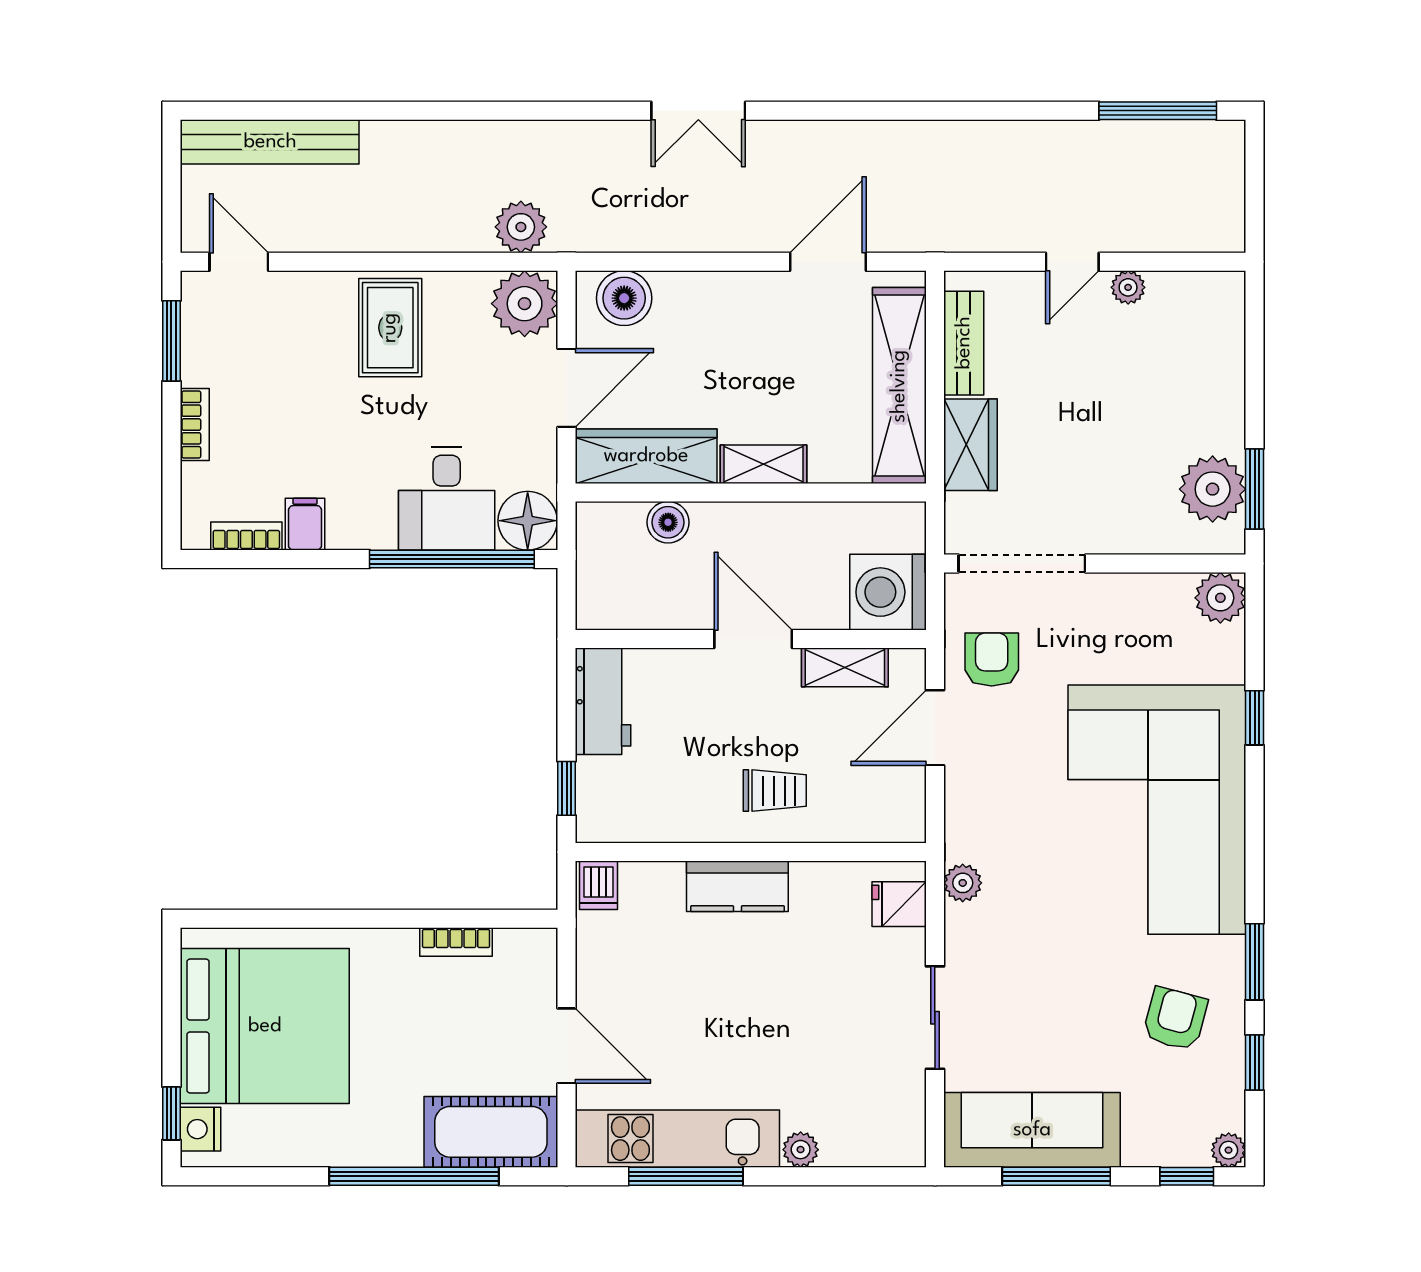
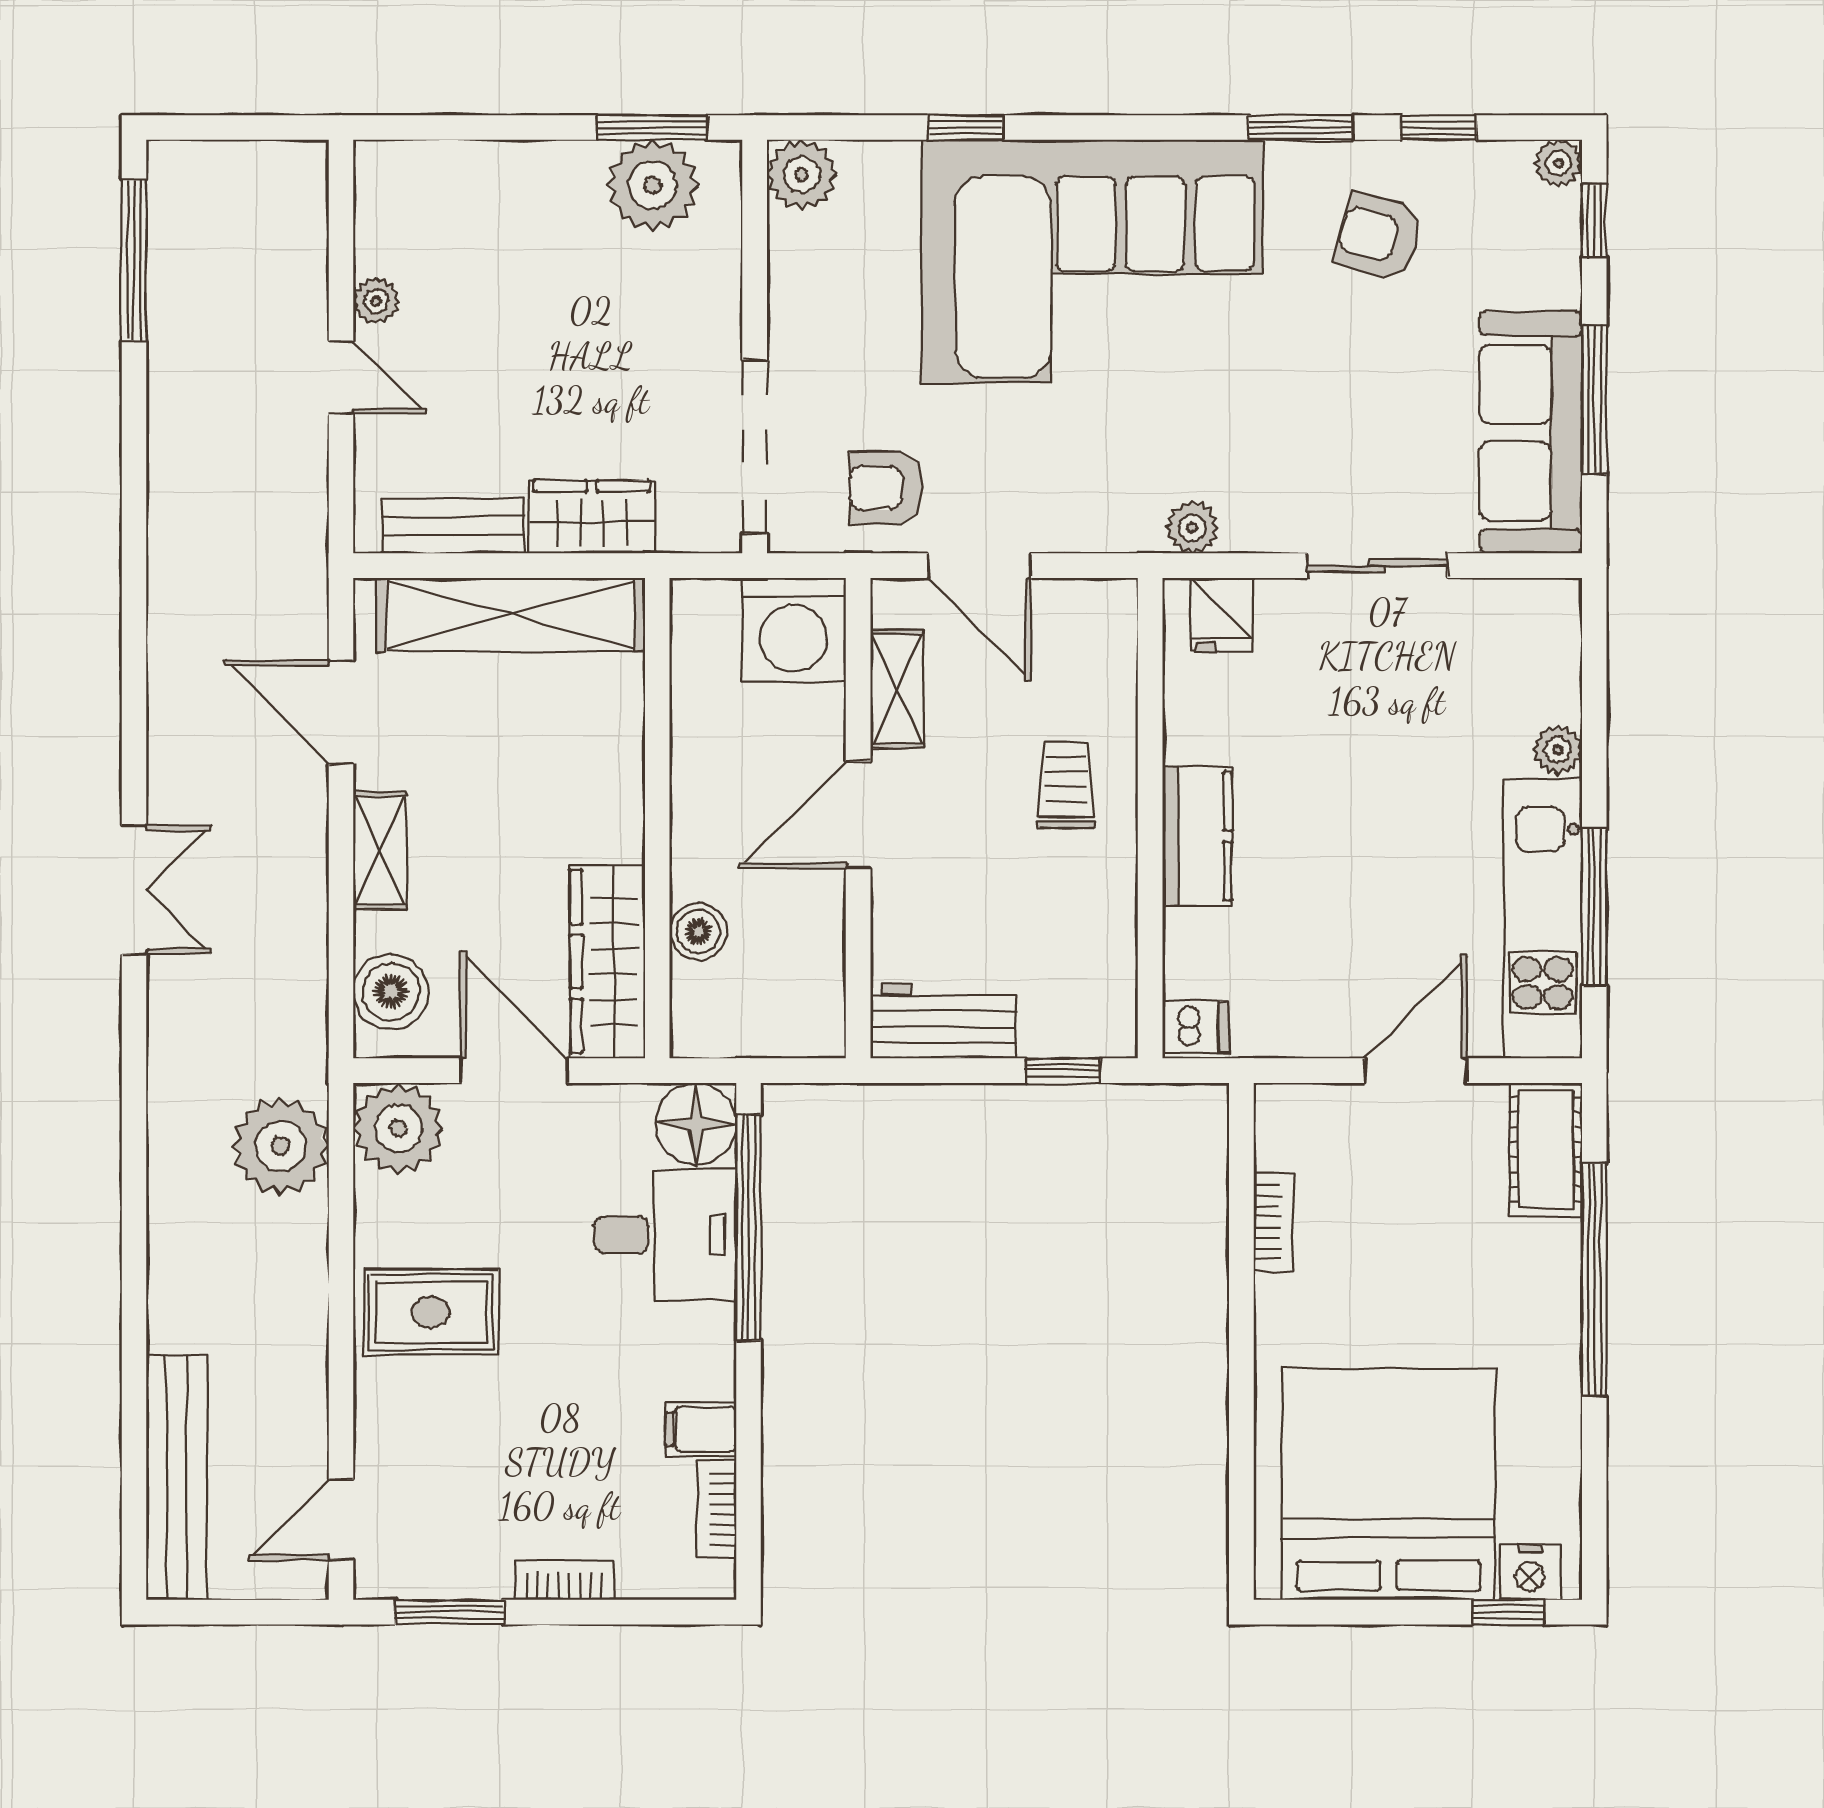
plant: (521, 227) -> (280, 1146), width x1.36, depth x1.36
shelving: (763, 464) -> (380, 850), moved
cot: (491, 1132) -> (1546, 1150), width x0.73, depth x0.75

